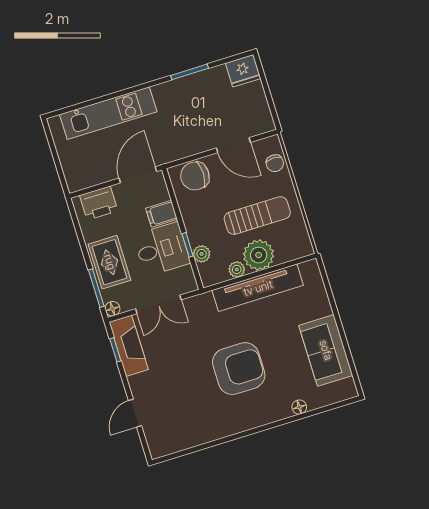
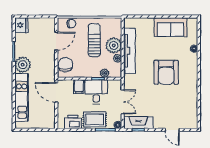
plant: (170, 96) -> (23, 65), added
chair: (195, 176) -> (65, 65), turned 180
printer: (99, 203) -> (73, 122), moved, turned -90
armchair: (239, 369) -> (166, 72), turned 180

